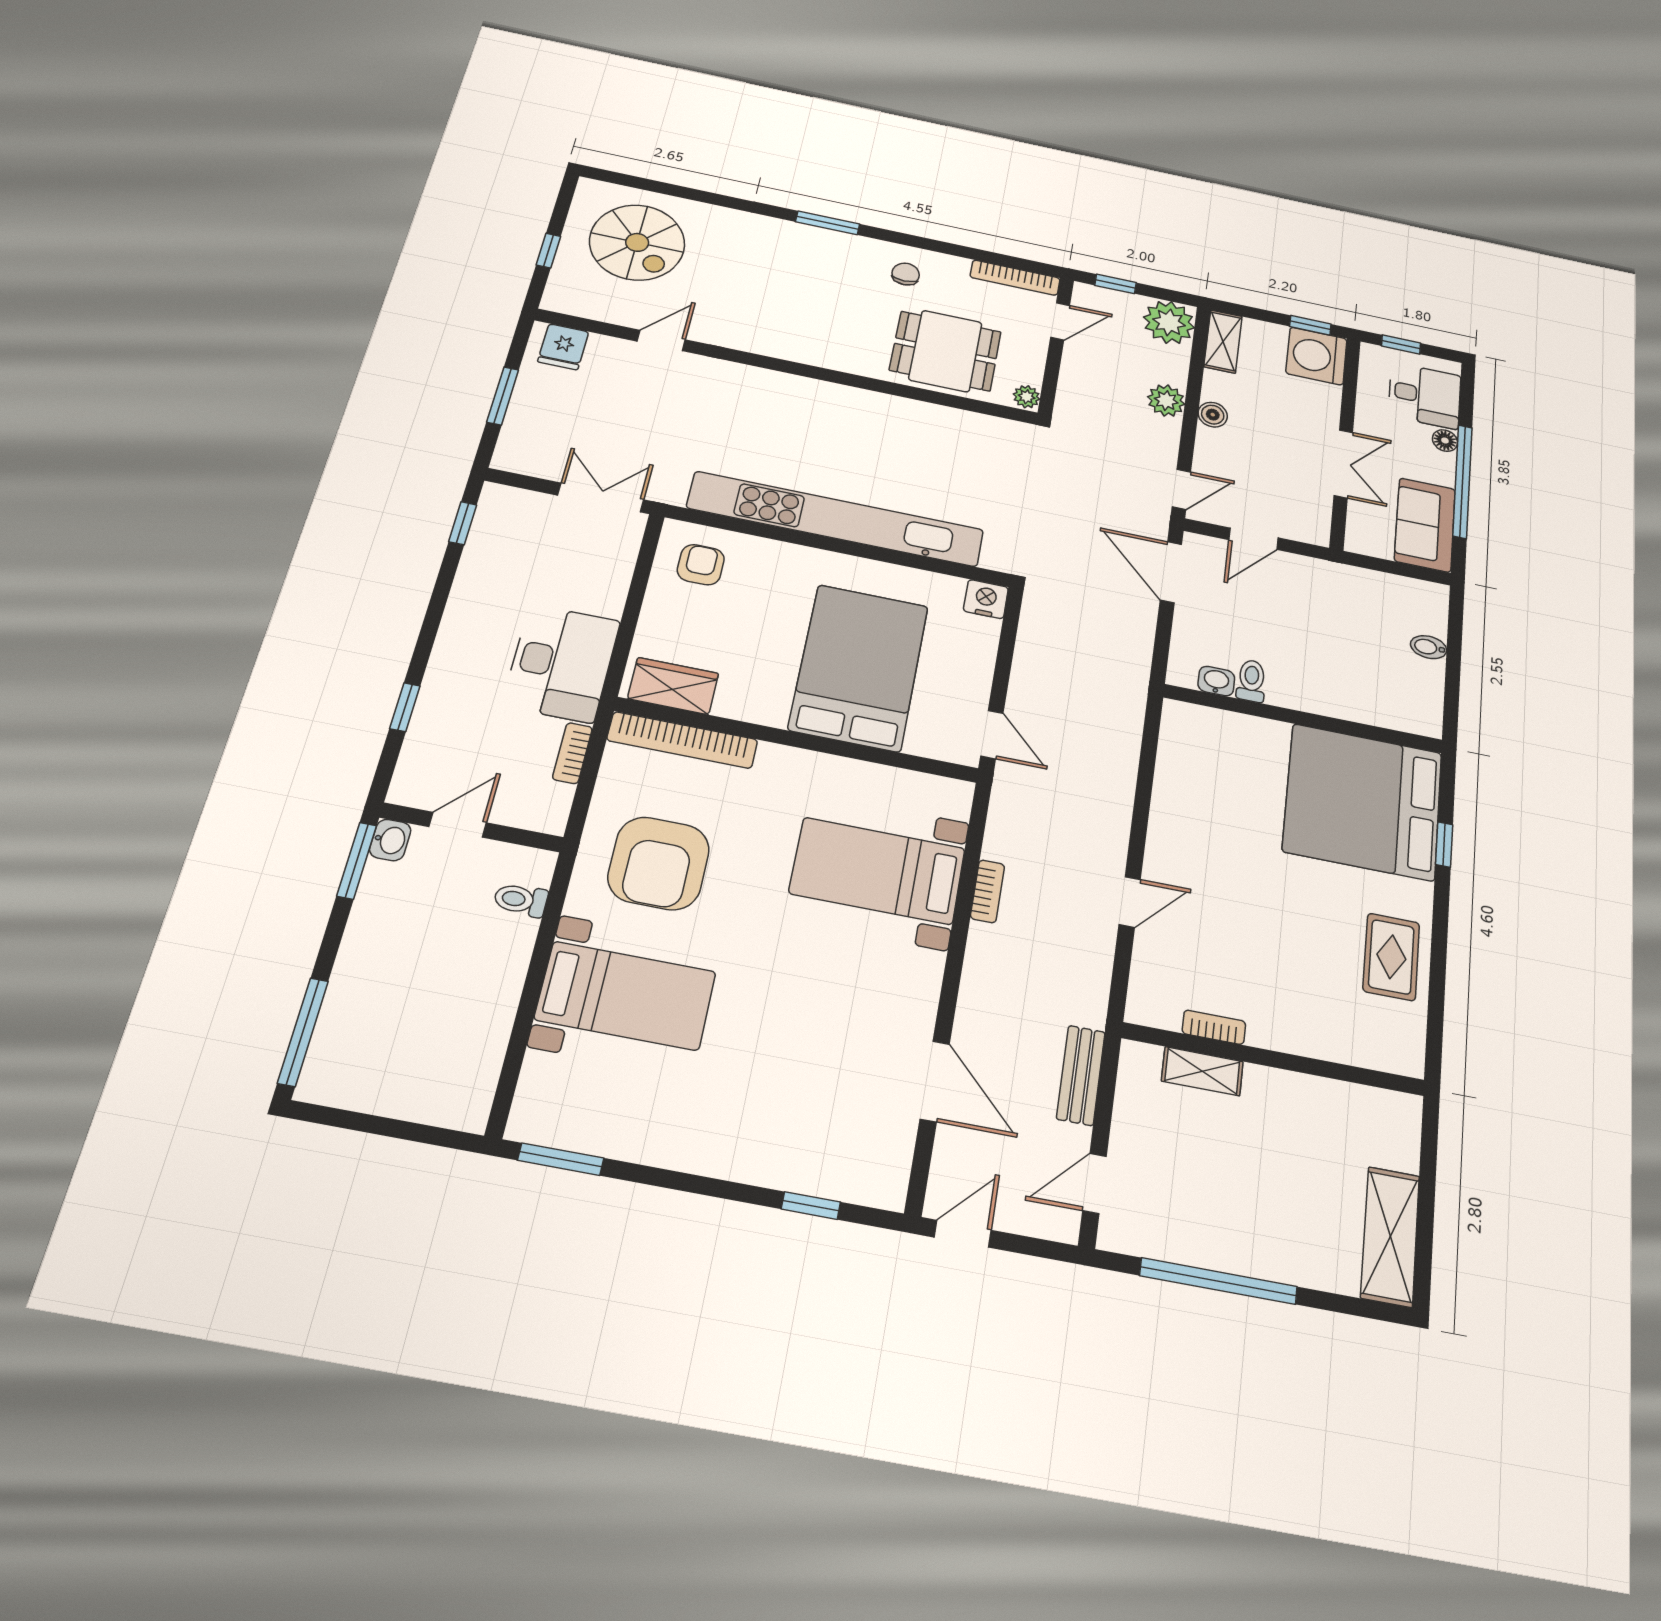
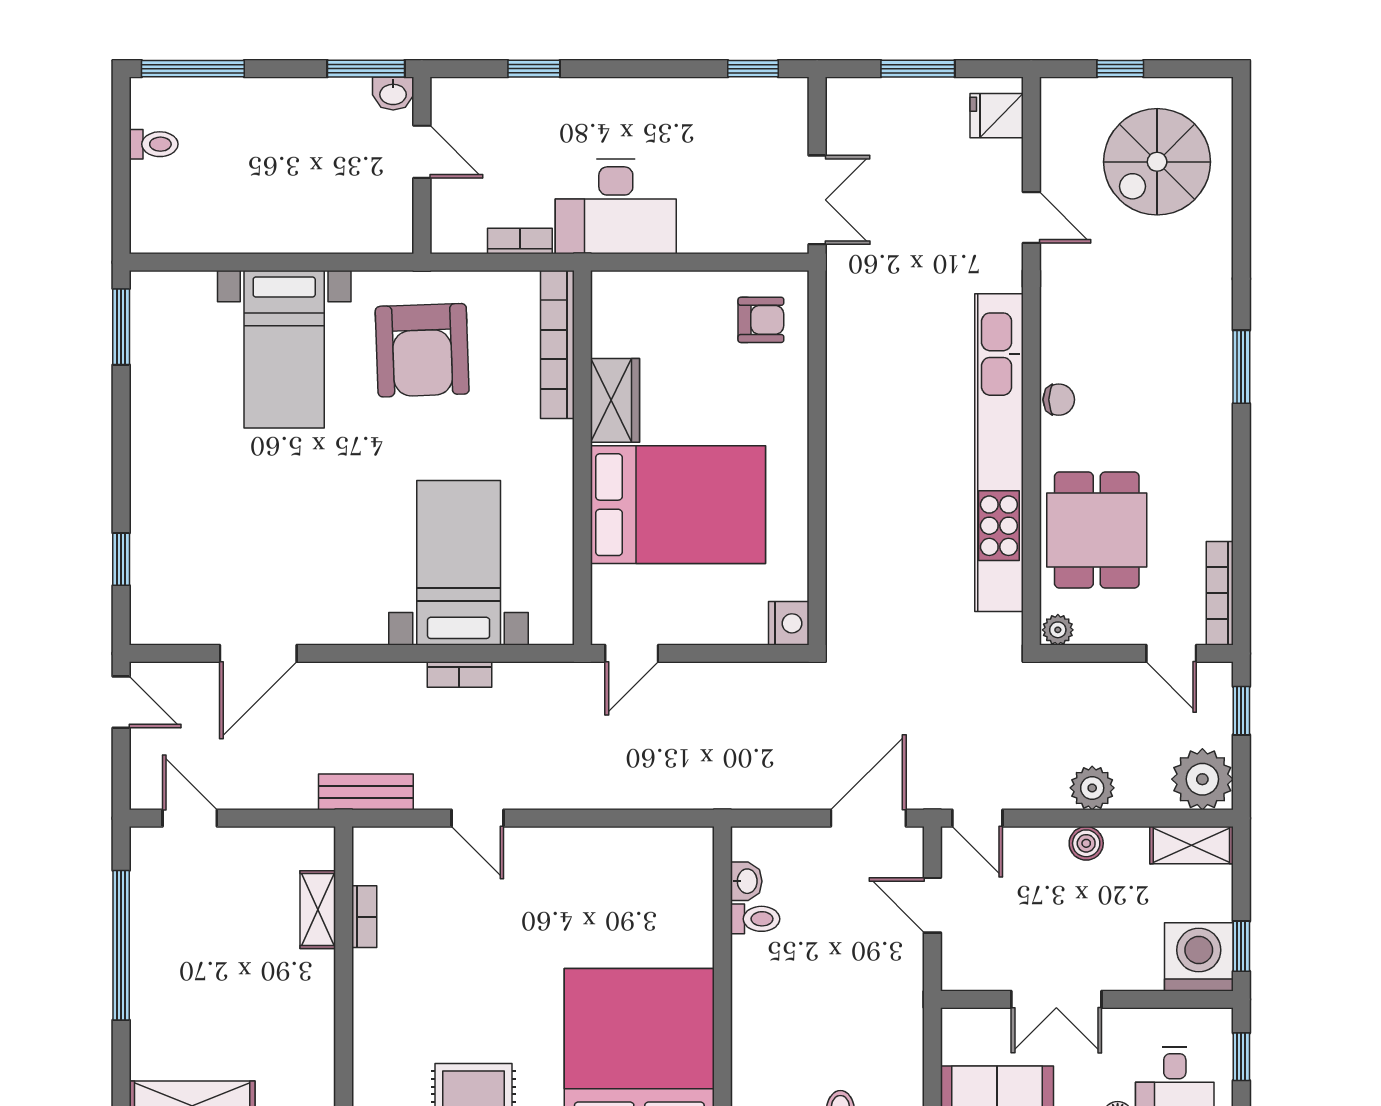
chair: (906, 274) -> (1059, 400), moved
kitchen unit: (836, 519) -> (999, 453), moved, turned 180
wardrobe: (673, 686) -> (615, 400), moved
armchair: (659, 863) -> (422, 350), turned -92
toilet: (521, 900) -> (154, 144), moved, turned 90
bench: (1081, 1075) -> (366, 792), moved

